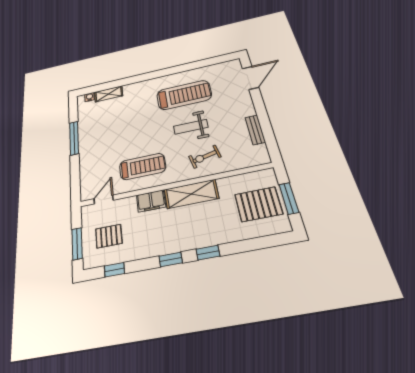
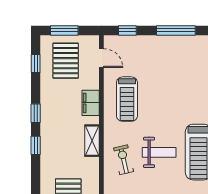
weight bench: (191, 127) -> (159, 152), turned 90
window: (75, 180) -> (127, 30), added
shelving: (191, 194) -> (92, 141), width x0.67, depth x0.75
pallet: (109, 236) -> (66, 61), width x1.50, depth x1.42

